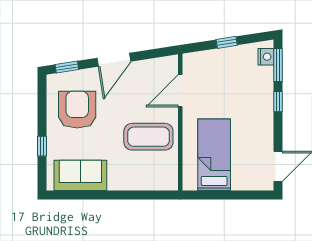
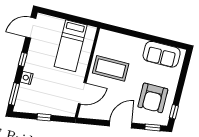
nightstand: (266, 57) -> (27, 78), moved
window: (278, 102) -> (23, 59), moved
window: (42, 146) -> (174, 112), moved

